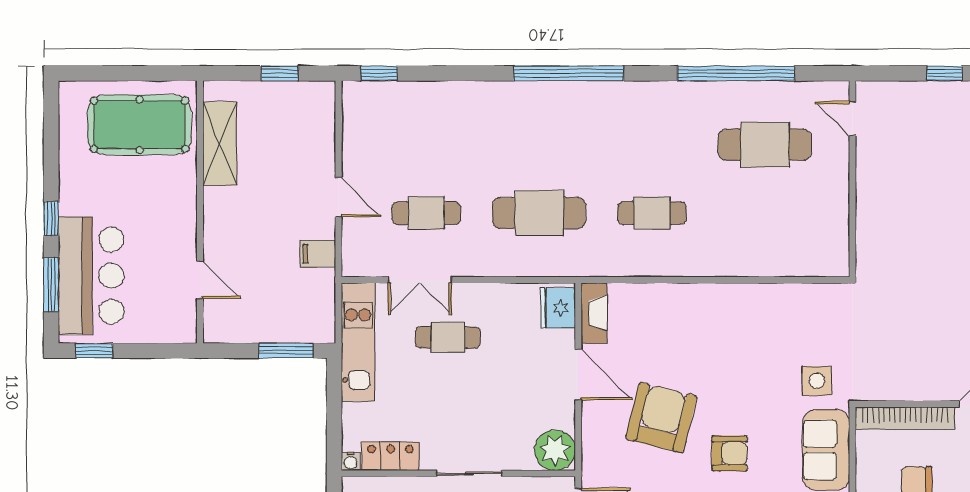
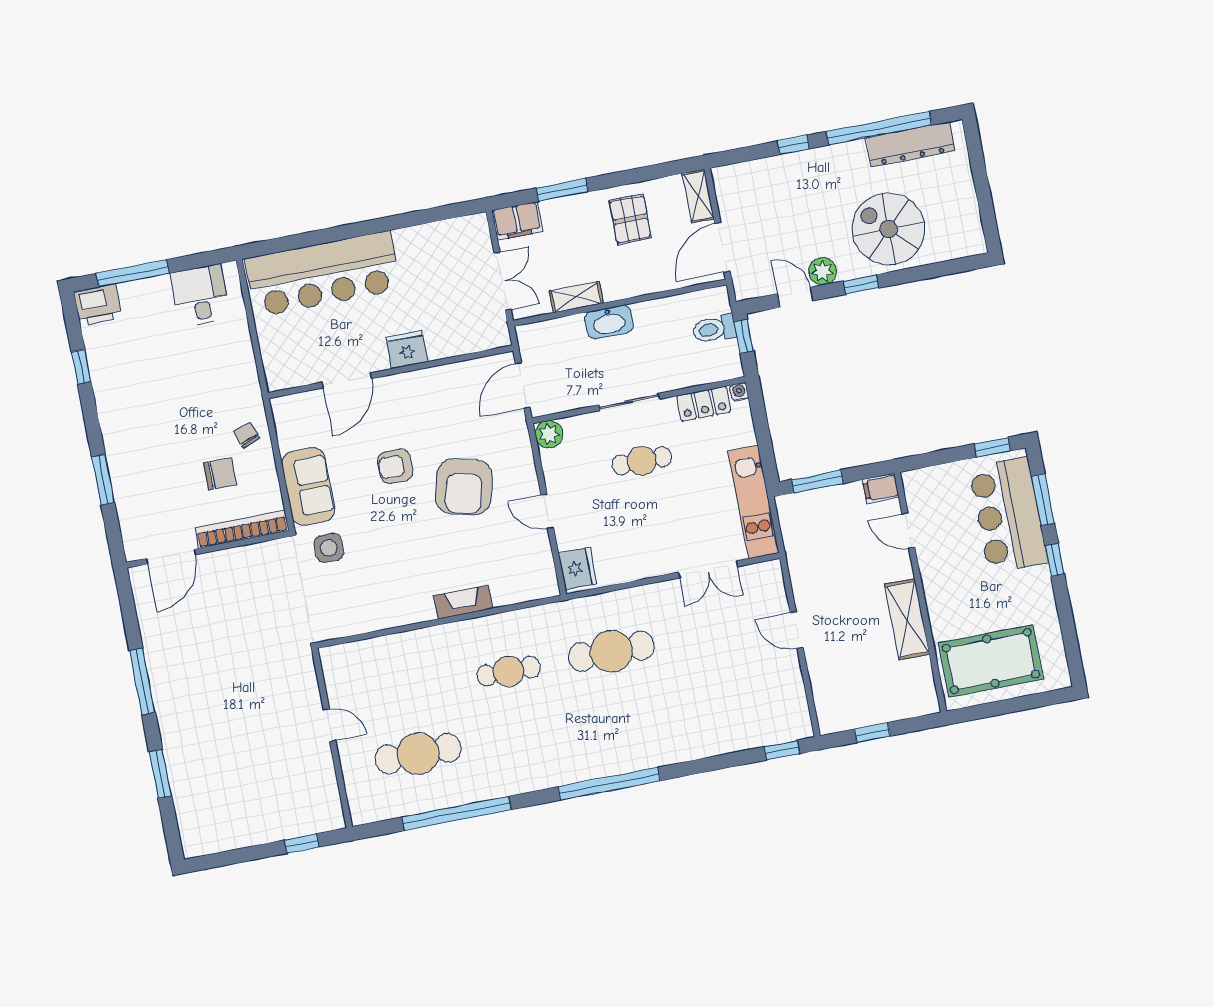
window: (945, 73) -> (302, 843), moved
door: (853, 119) -> (330, 725), moved
shelving: (220, 144) -> (907, 619), moved
cafe table: (426, 213) -> (714, 631), removed
filing cabinet: (318, 254) -> (881, 488), moved, turned 180
double door: (420, 280) -> (708, 569), swing flipped
fireplace: (594, 313) -> (463, 602), moved, turned 90
cafe table: (448, 337) -> (642, 461), moved
door: (578, 374) -> (547, 511), width x0.73
plant: (555, 450) -> (549, 434), width x0.73, depth x0.73

